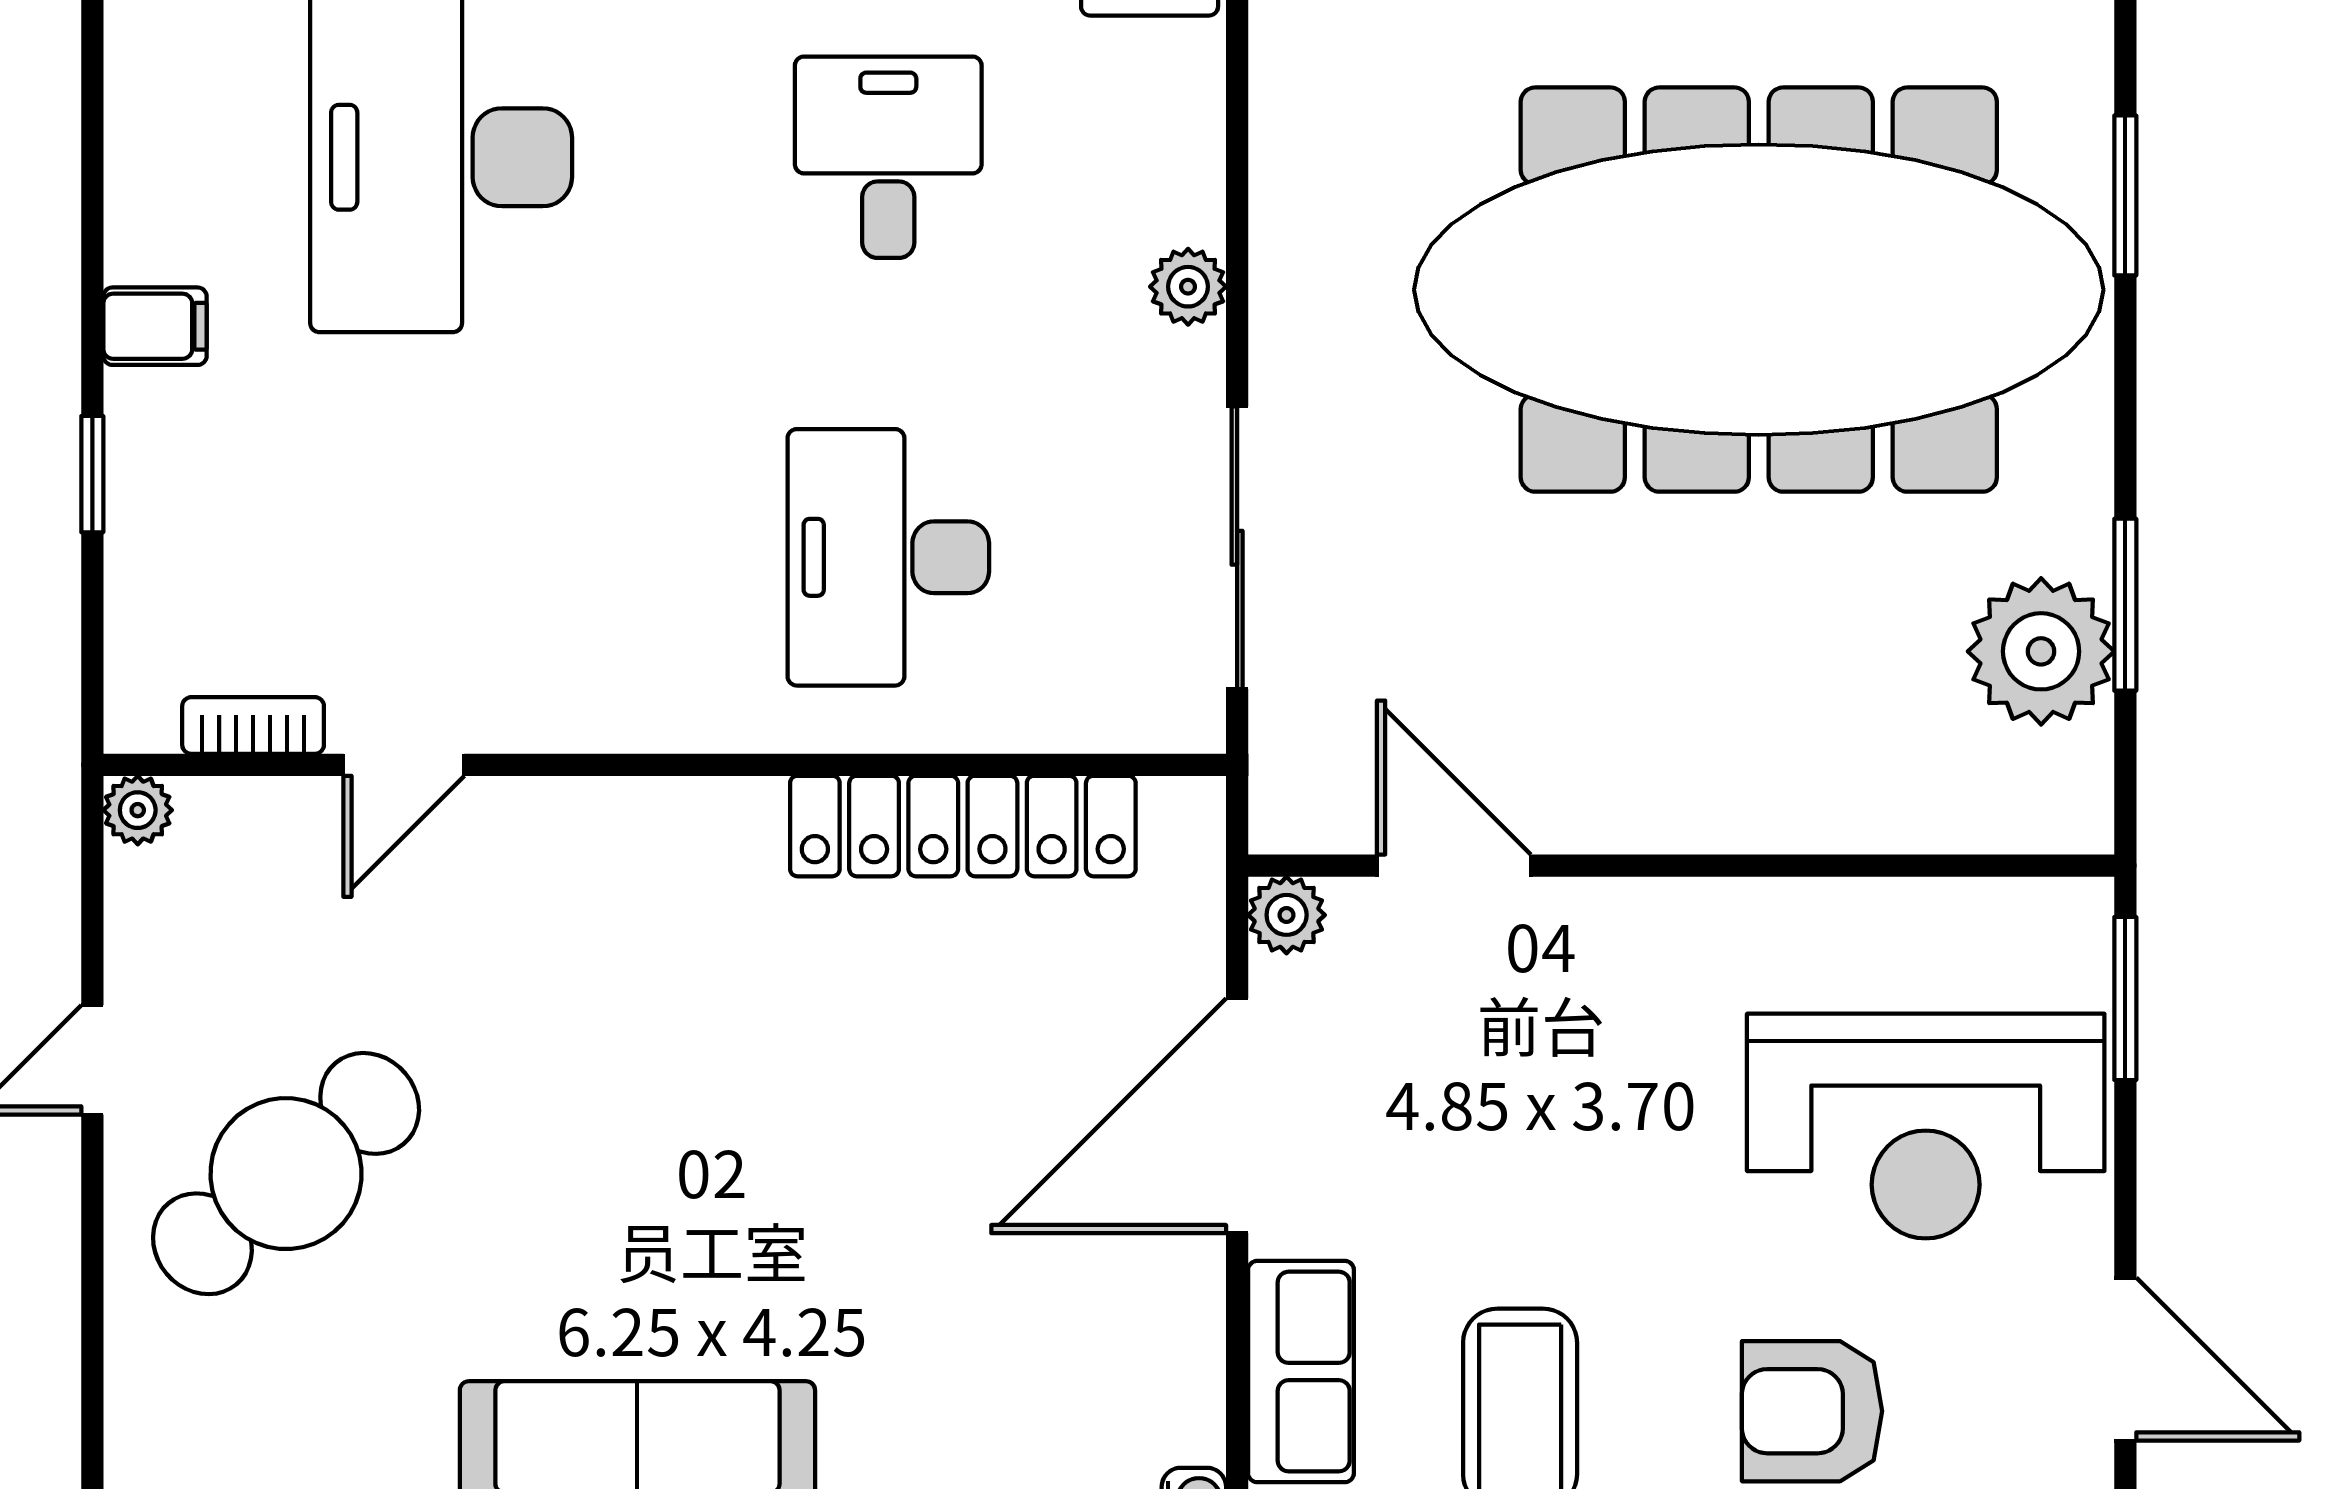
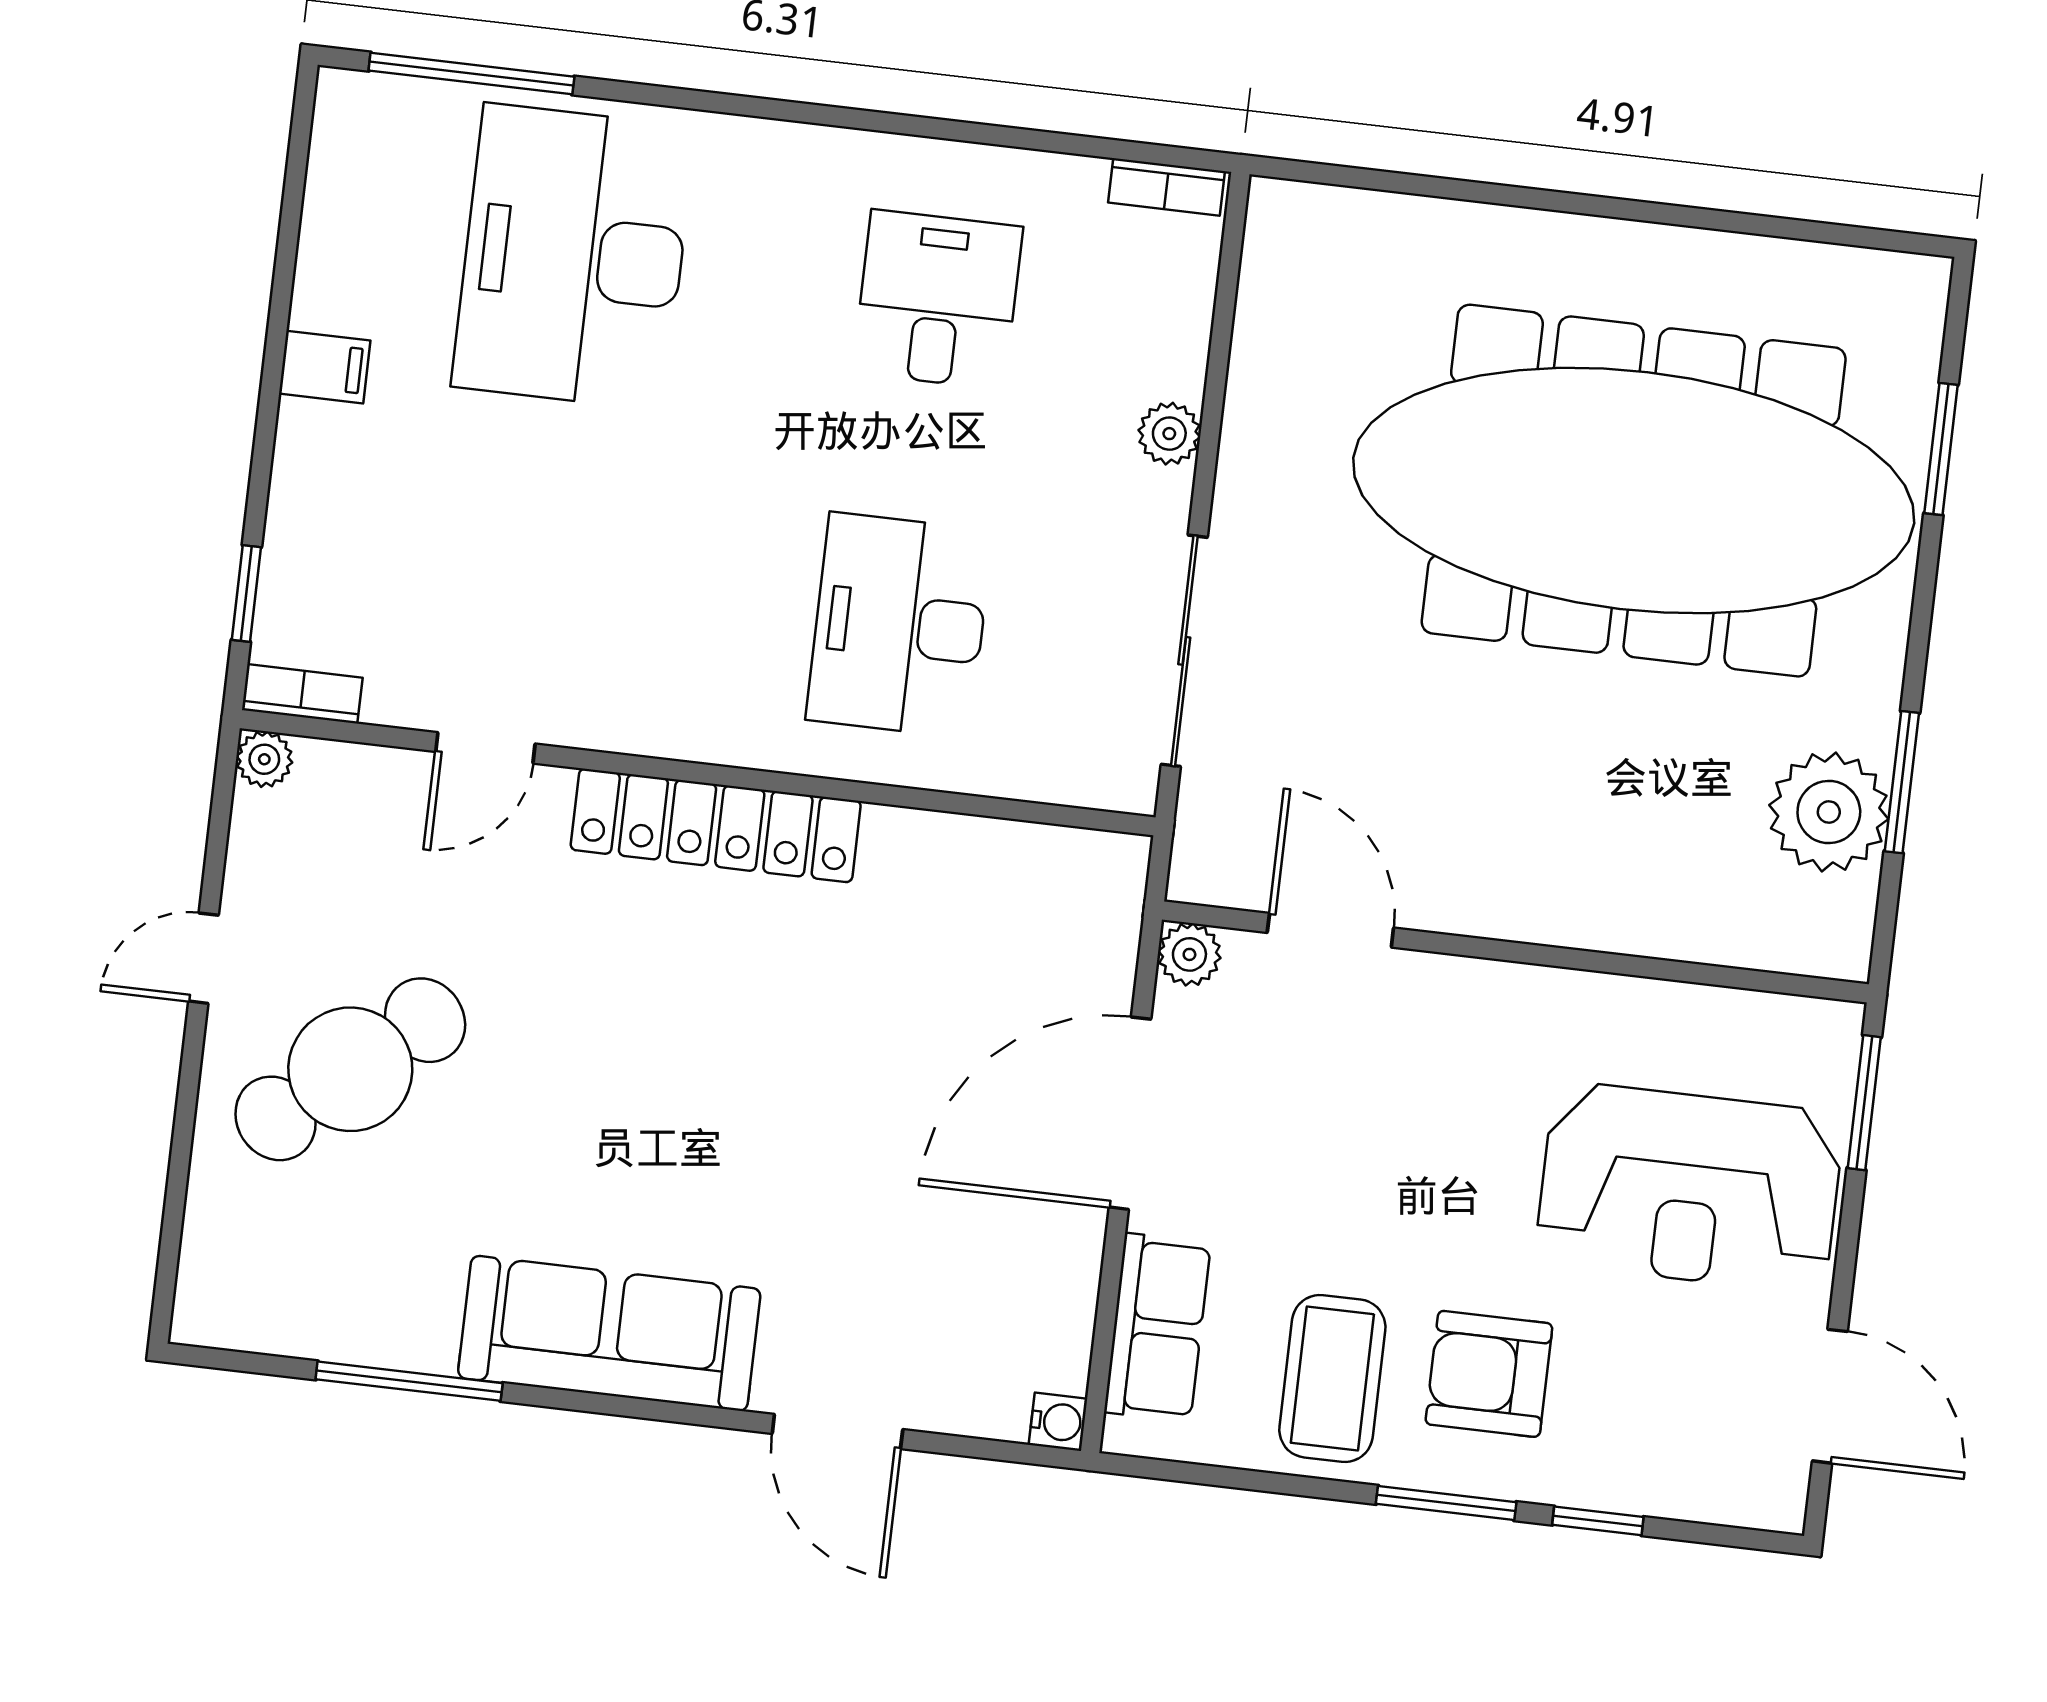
window: (92, 474) -> (246, 593), moved
bookcase: (253, 725) -> (302, 694), moved
locker: (963, 826) -> (716, 825), moved
armchair: (1812, 1411) -> (1489, 1374), moved

